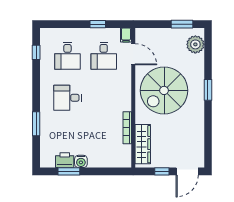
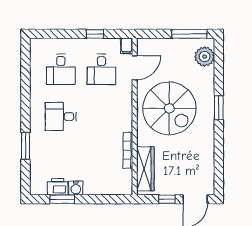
window: (182, 24) -> (190, 34), width x1.44
window: (36, 52) -> (25, 65), removed
door: (133, 54) -> (135, 68), hinge flipped
spiral stairs: (164, 90) -> (169, 108), turned -90

